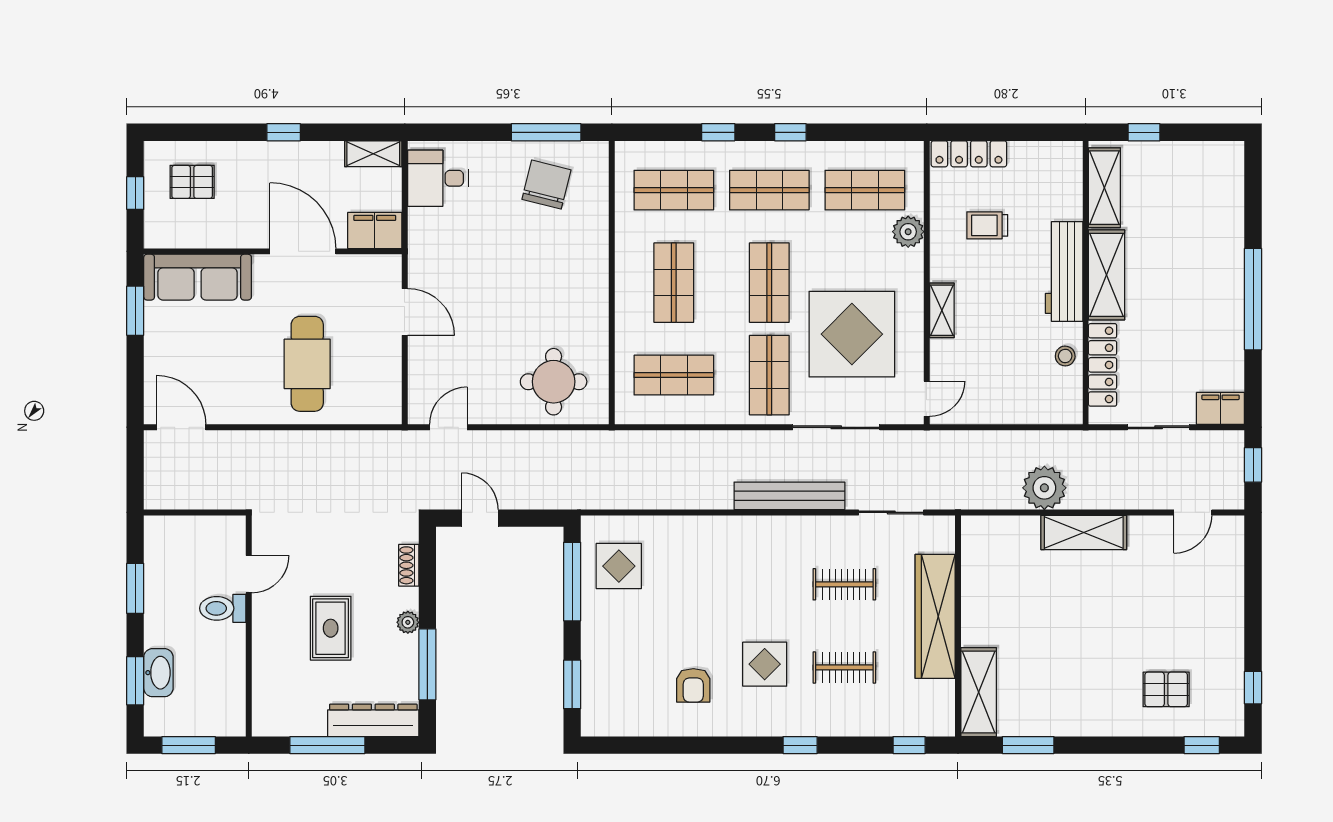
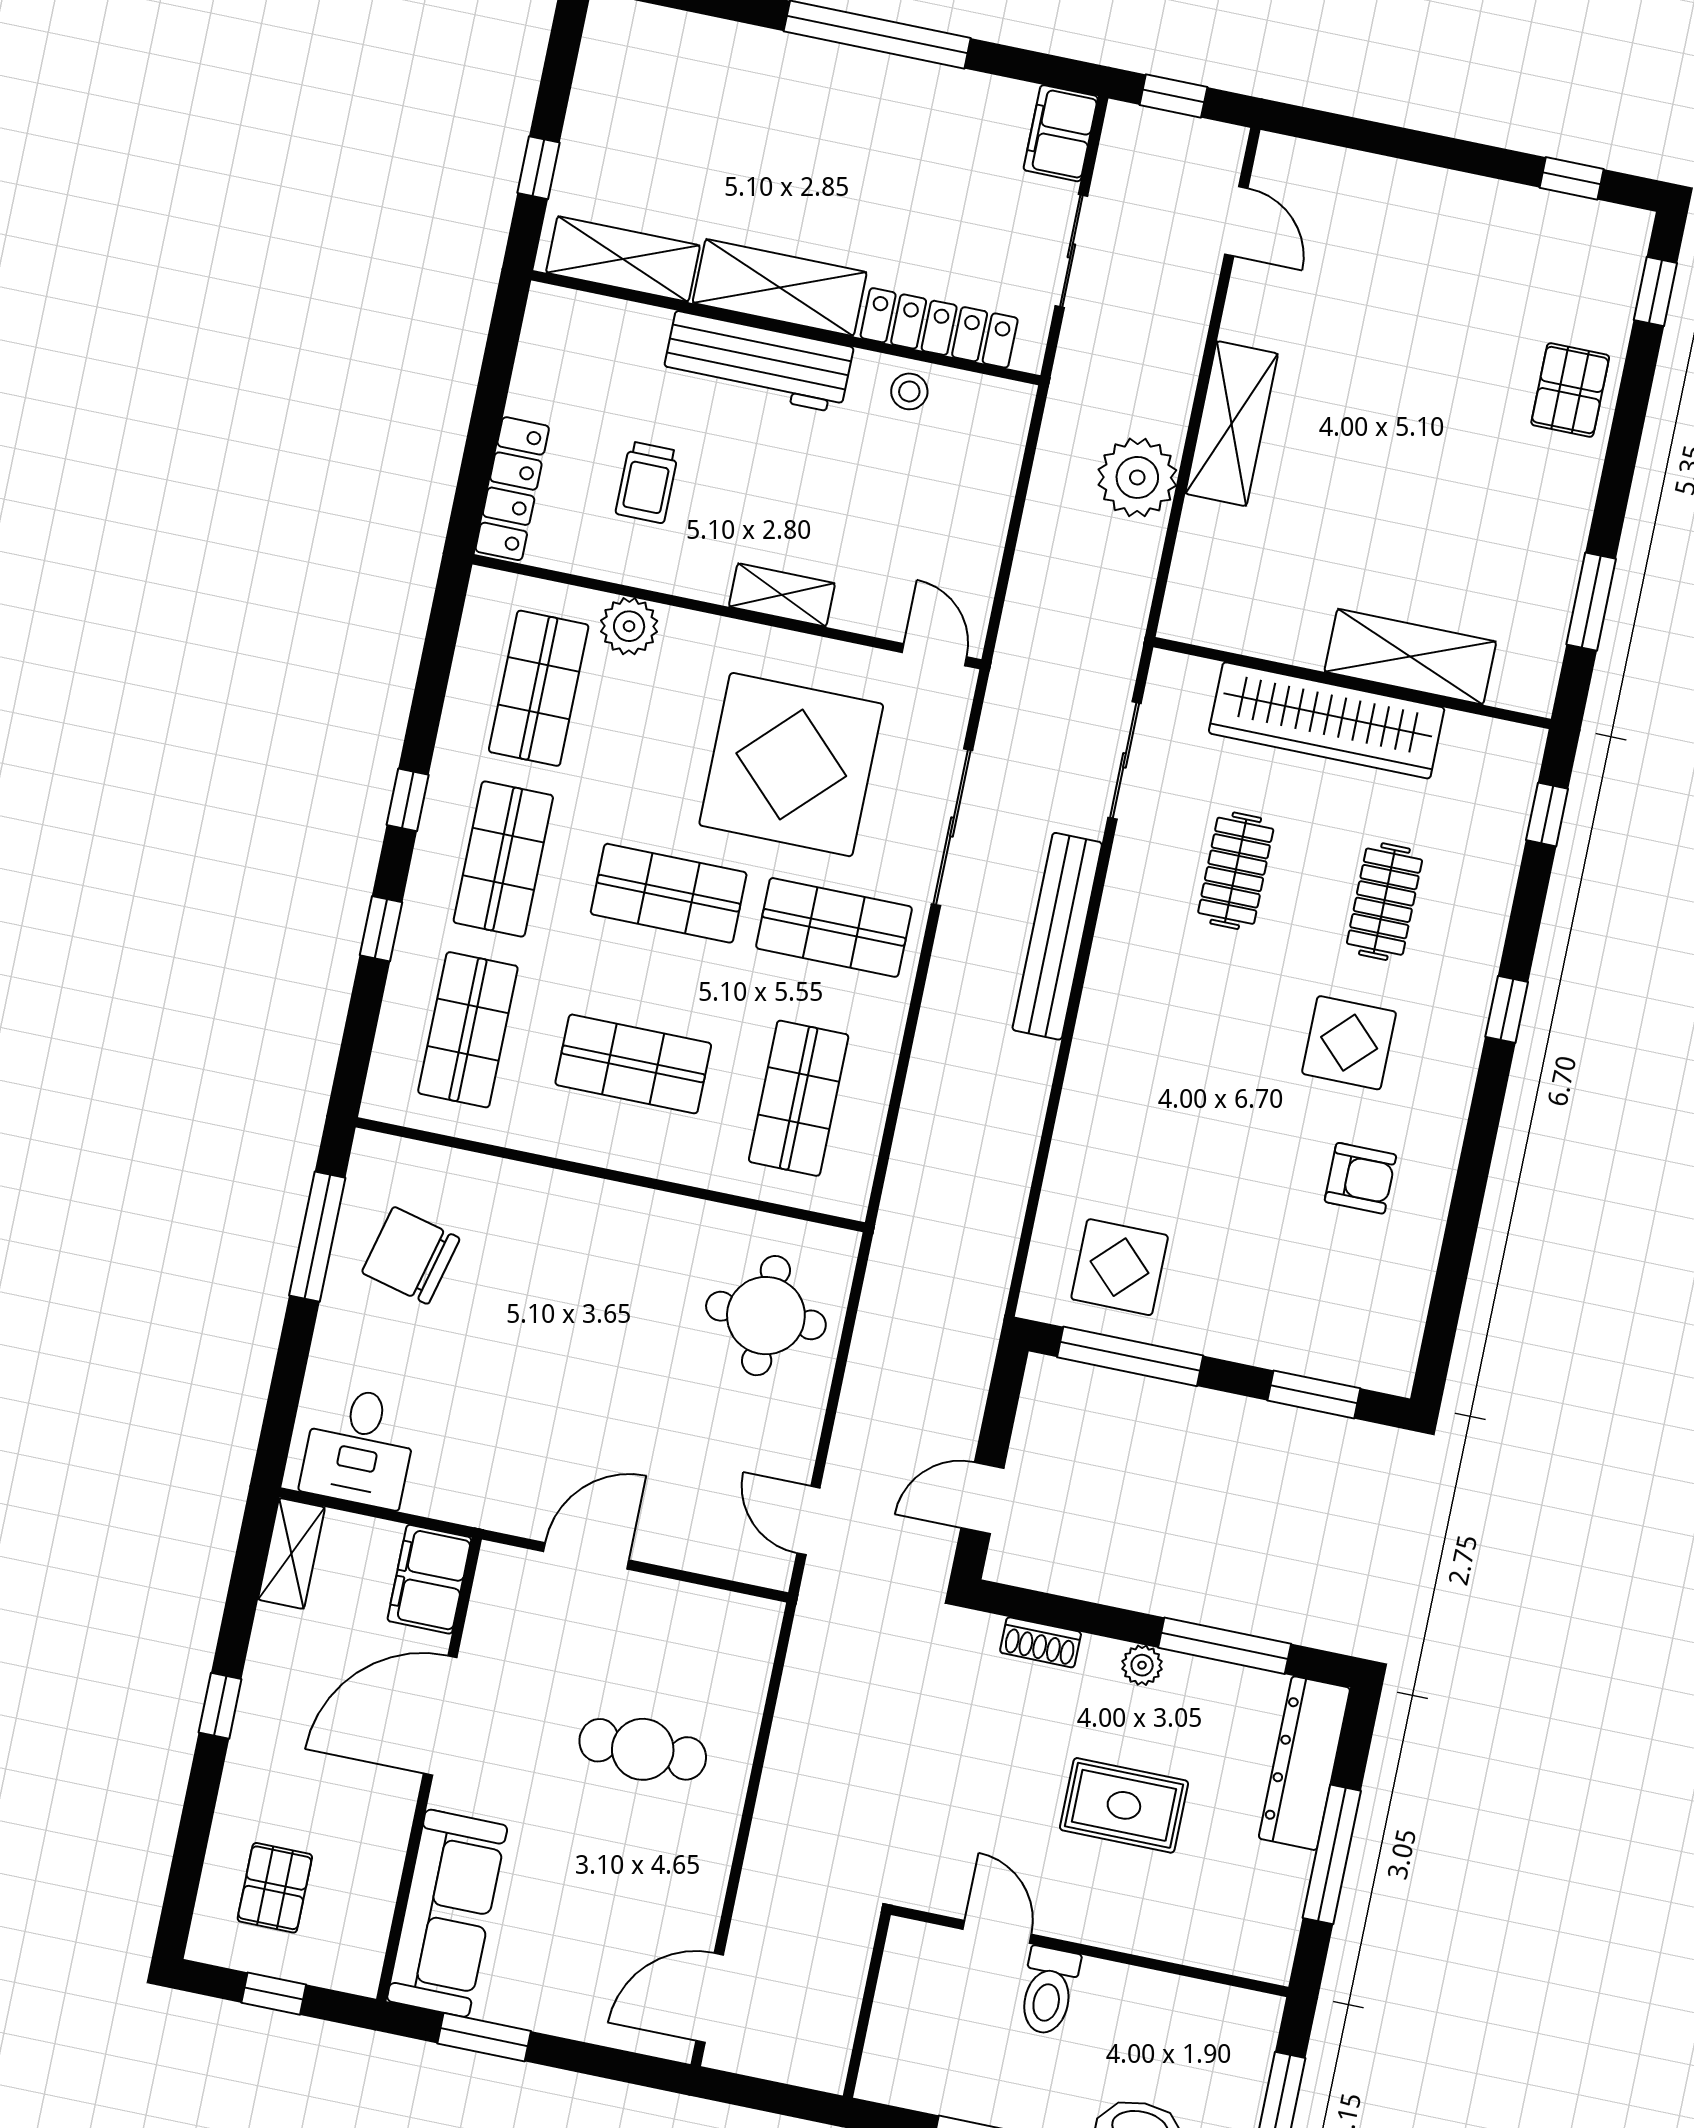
cafe table: (307, 364) -> (643, 1749), width x0.73, depth x0.74
pallet: (1166, 689) -> (1570, 390), moved
shelving: (979, 692) -> (1410, 657), moved

